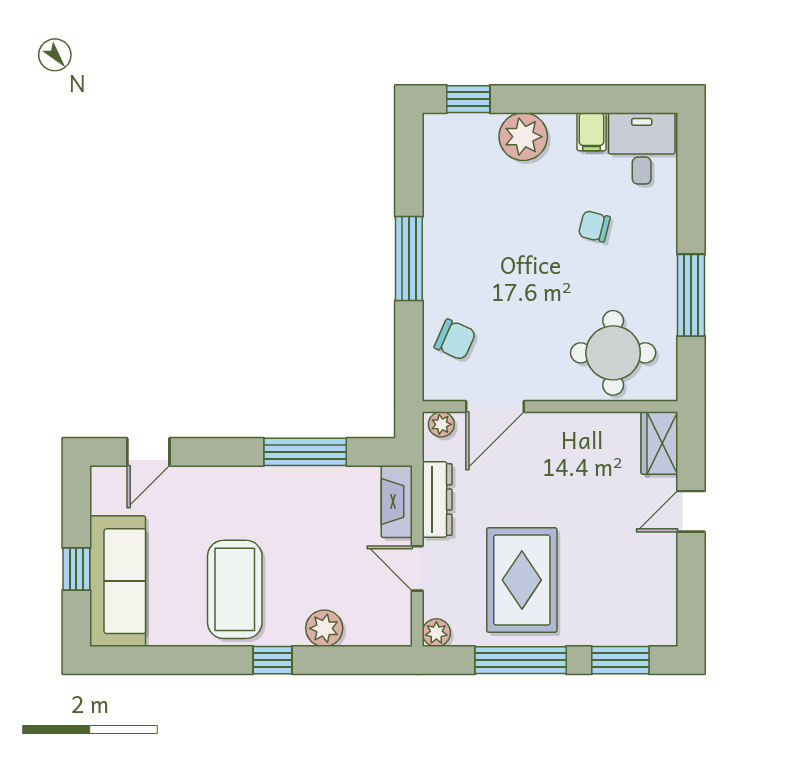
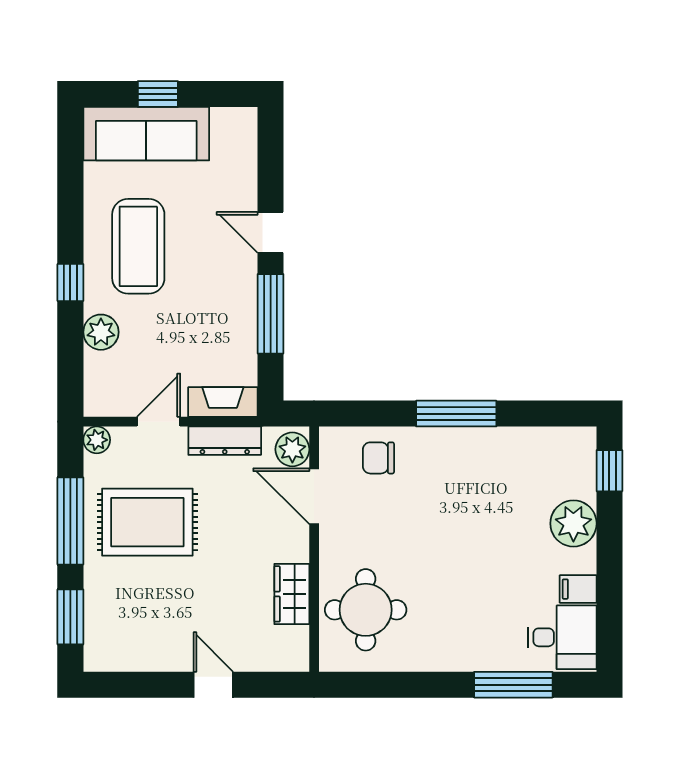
chair: (594, 226) -> (487, 592), removed
window: (691, 295) -> (513, 685), moved
chair: (455, 340) -> (378, 458), turned 66
plant: (441, 424) -> (292, 449), width x1.38, depth x1.38
wardrobe: (659, 443) -> (292, 594), moved, turned -90
door: (148, 452) -> (271, 232), moved
coffee table: (235, 589) -> (138, 246), turned 90

